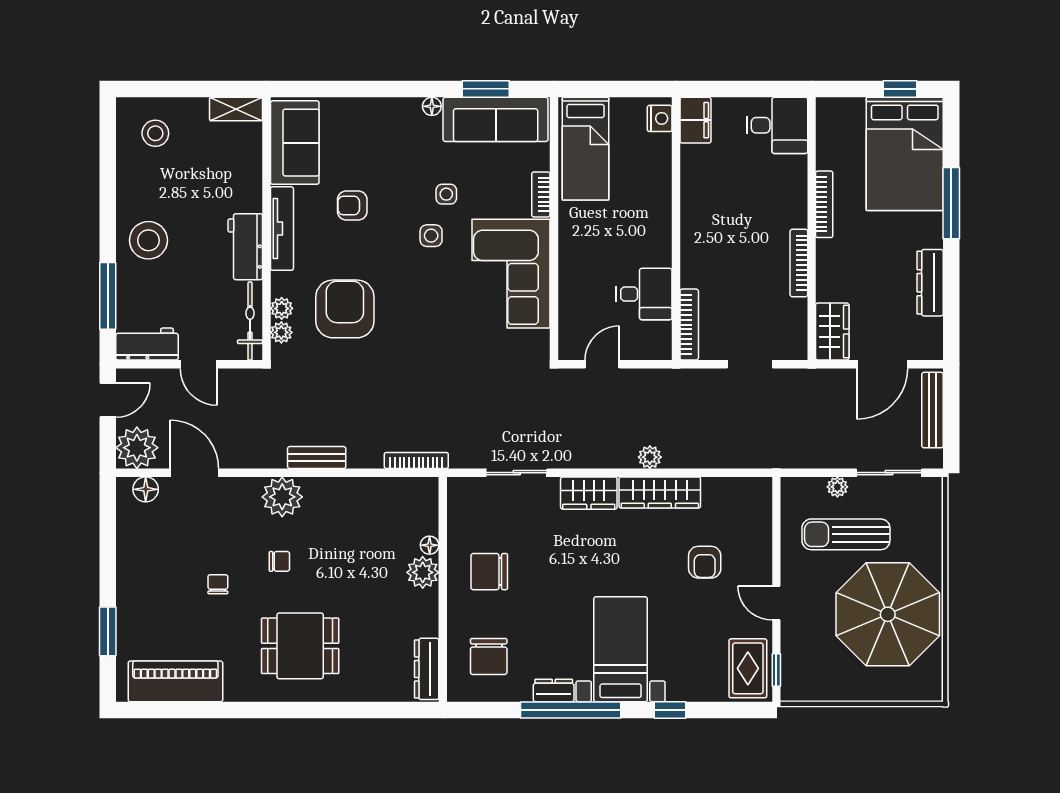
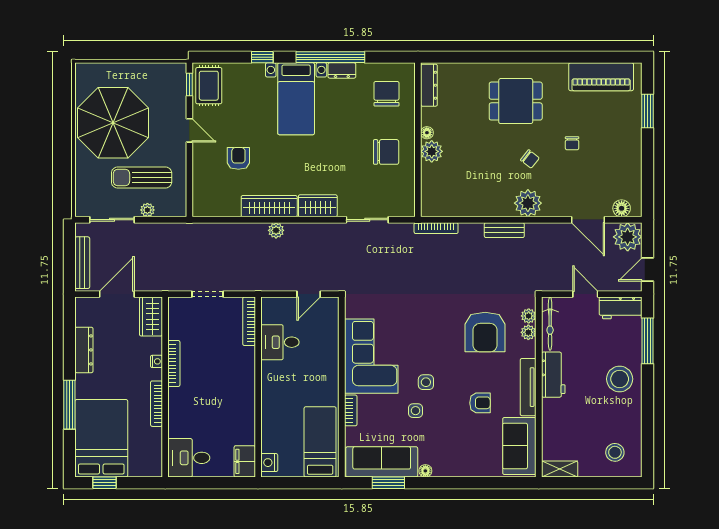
nightstand: (824, 266) -> (156, 361), added
sun lounger: (846, 534) -> (142, 178), turned 180
floor lamp: (430, 545) -> (427, 133), moved
chair: (279, 561) -> (530, 159), turned -142

